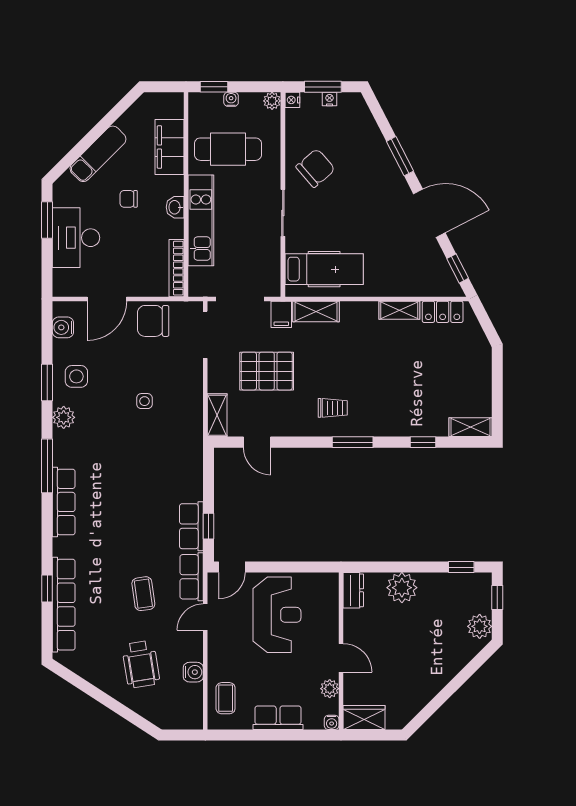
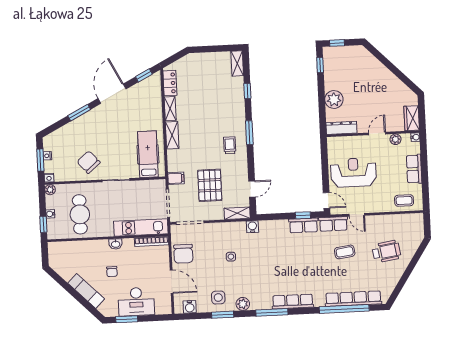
filing cabinet: (169, 147) -> (80, 249), removed
kitchen unit: (201, 220) -> (141, 227), moved
shelving: (316, 311) -> (172, 135), moved
window: (47, 588) -> (344, 309), width x3.17
dresser: (353, 590) -> (341, 128), width x1.44
plant: (480, 626) -> (355, 53), removed
water cooler: (193, 672) -> (252, 227), moved

